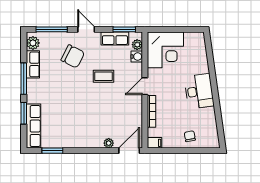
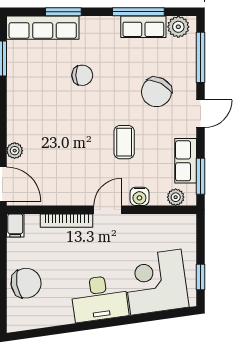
window: (186, 29) -> (200, 277), added
corner desk: (165, 50) -> (156, 282), moved, turned 82
water cooler: (137, 57) -> (139, 196), moved
window: (24, 79) -> (138, 12), moved
door: (145, 86) -> (108, 210), hinge flipped
chair: (63, 102) -> (82, 75), added
chair: (190, 136) -> (26, 283), width x1.87, depth x1.87

